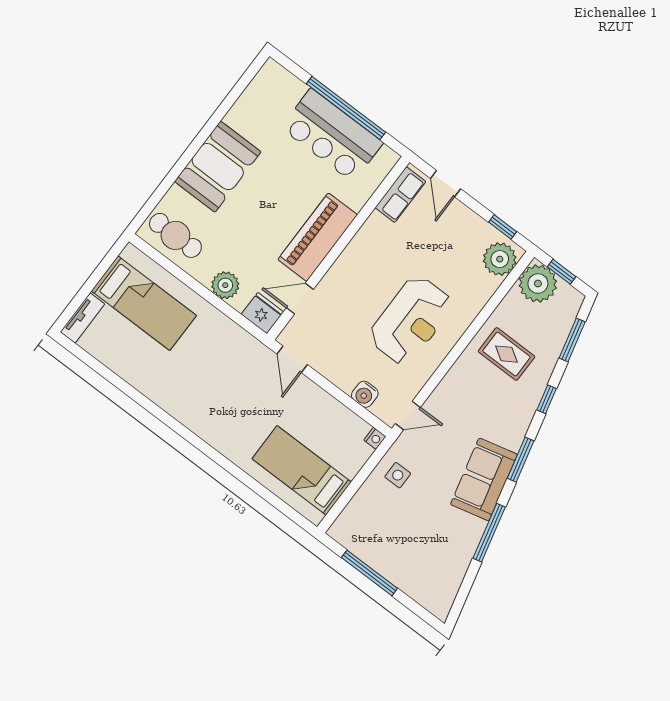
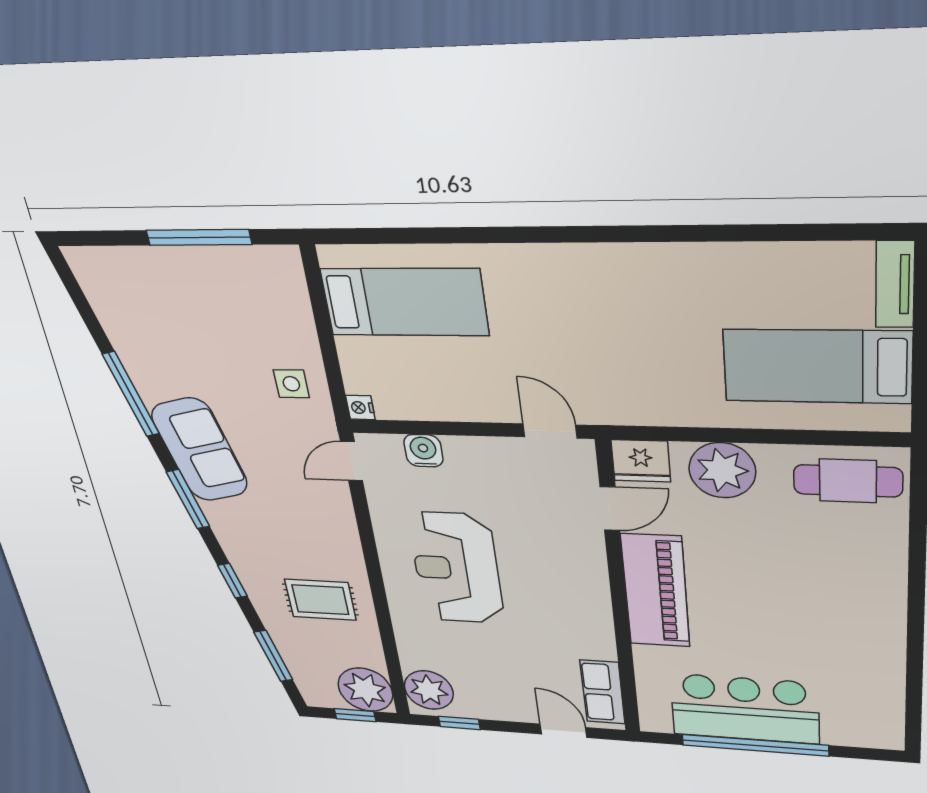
booth: (218, 167) -> (862, 596), removed
plant: (225, 285) -> (722, 470), width x1.36, depth x1.36

